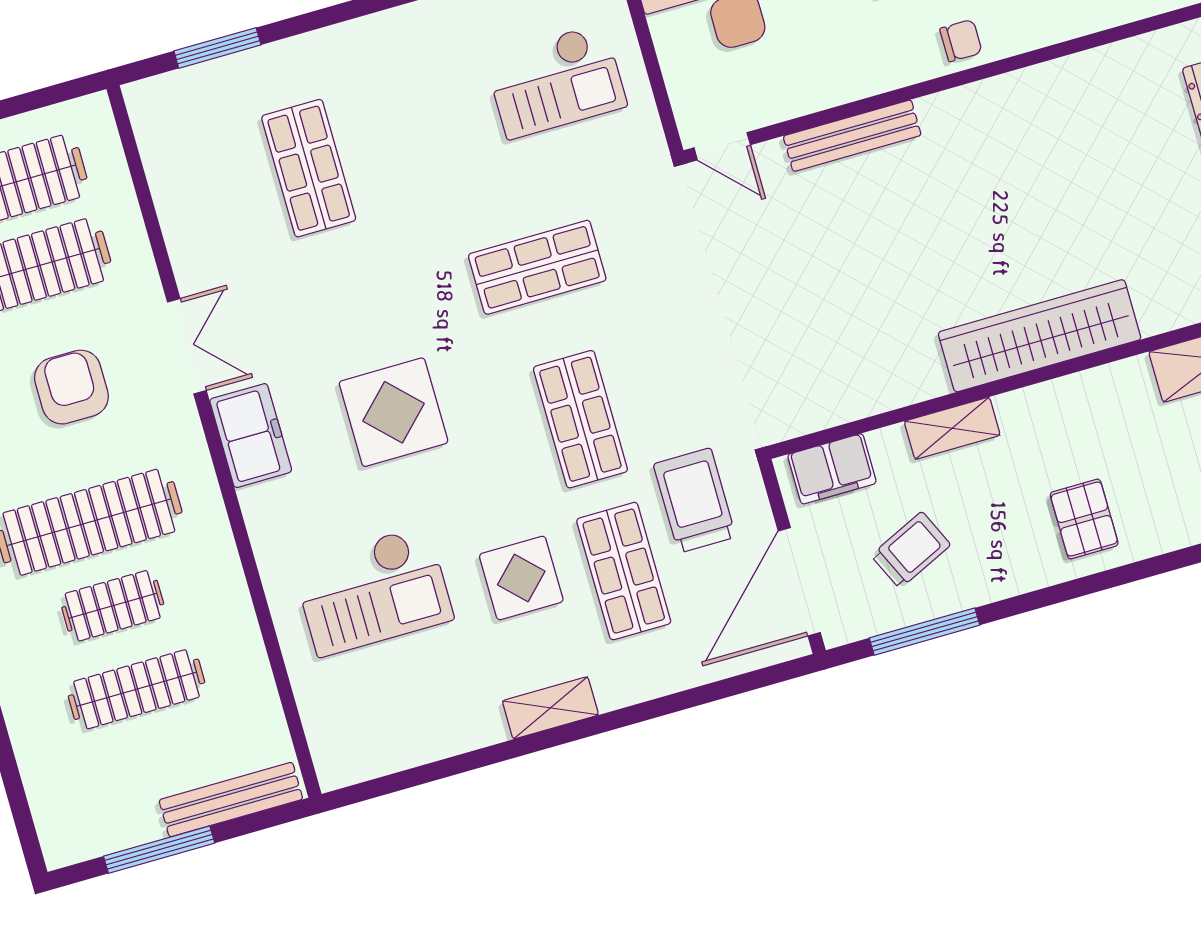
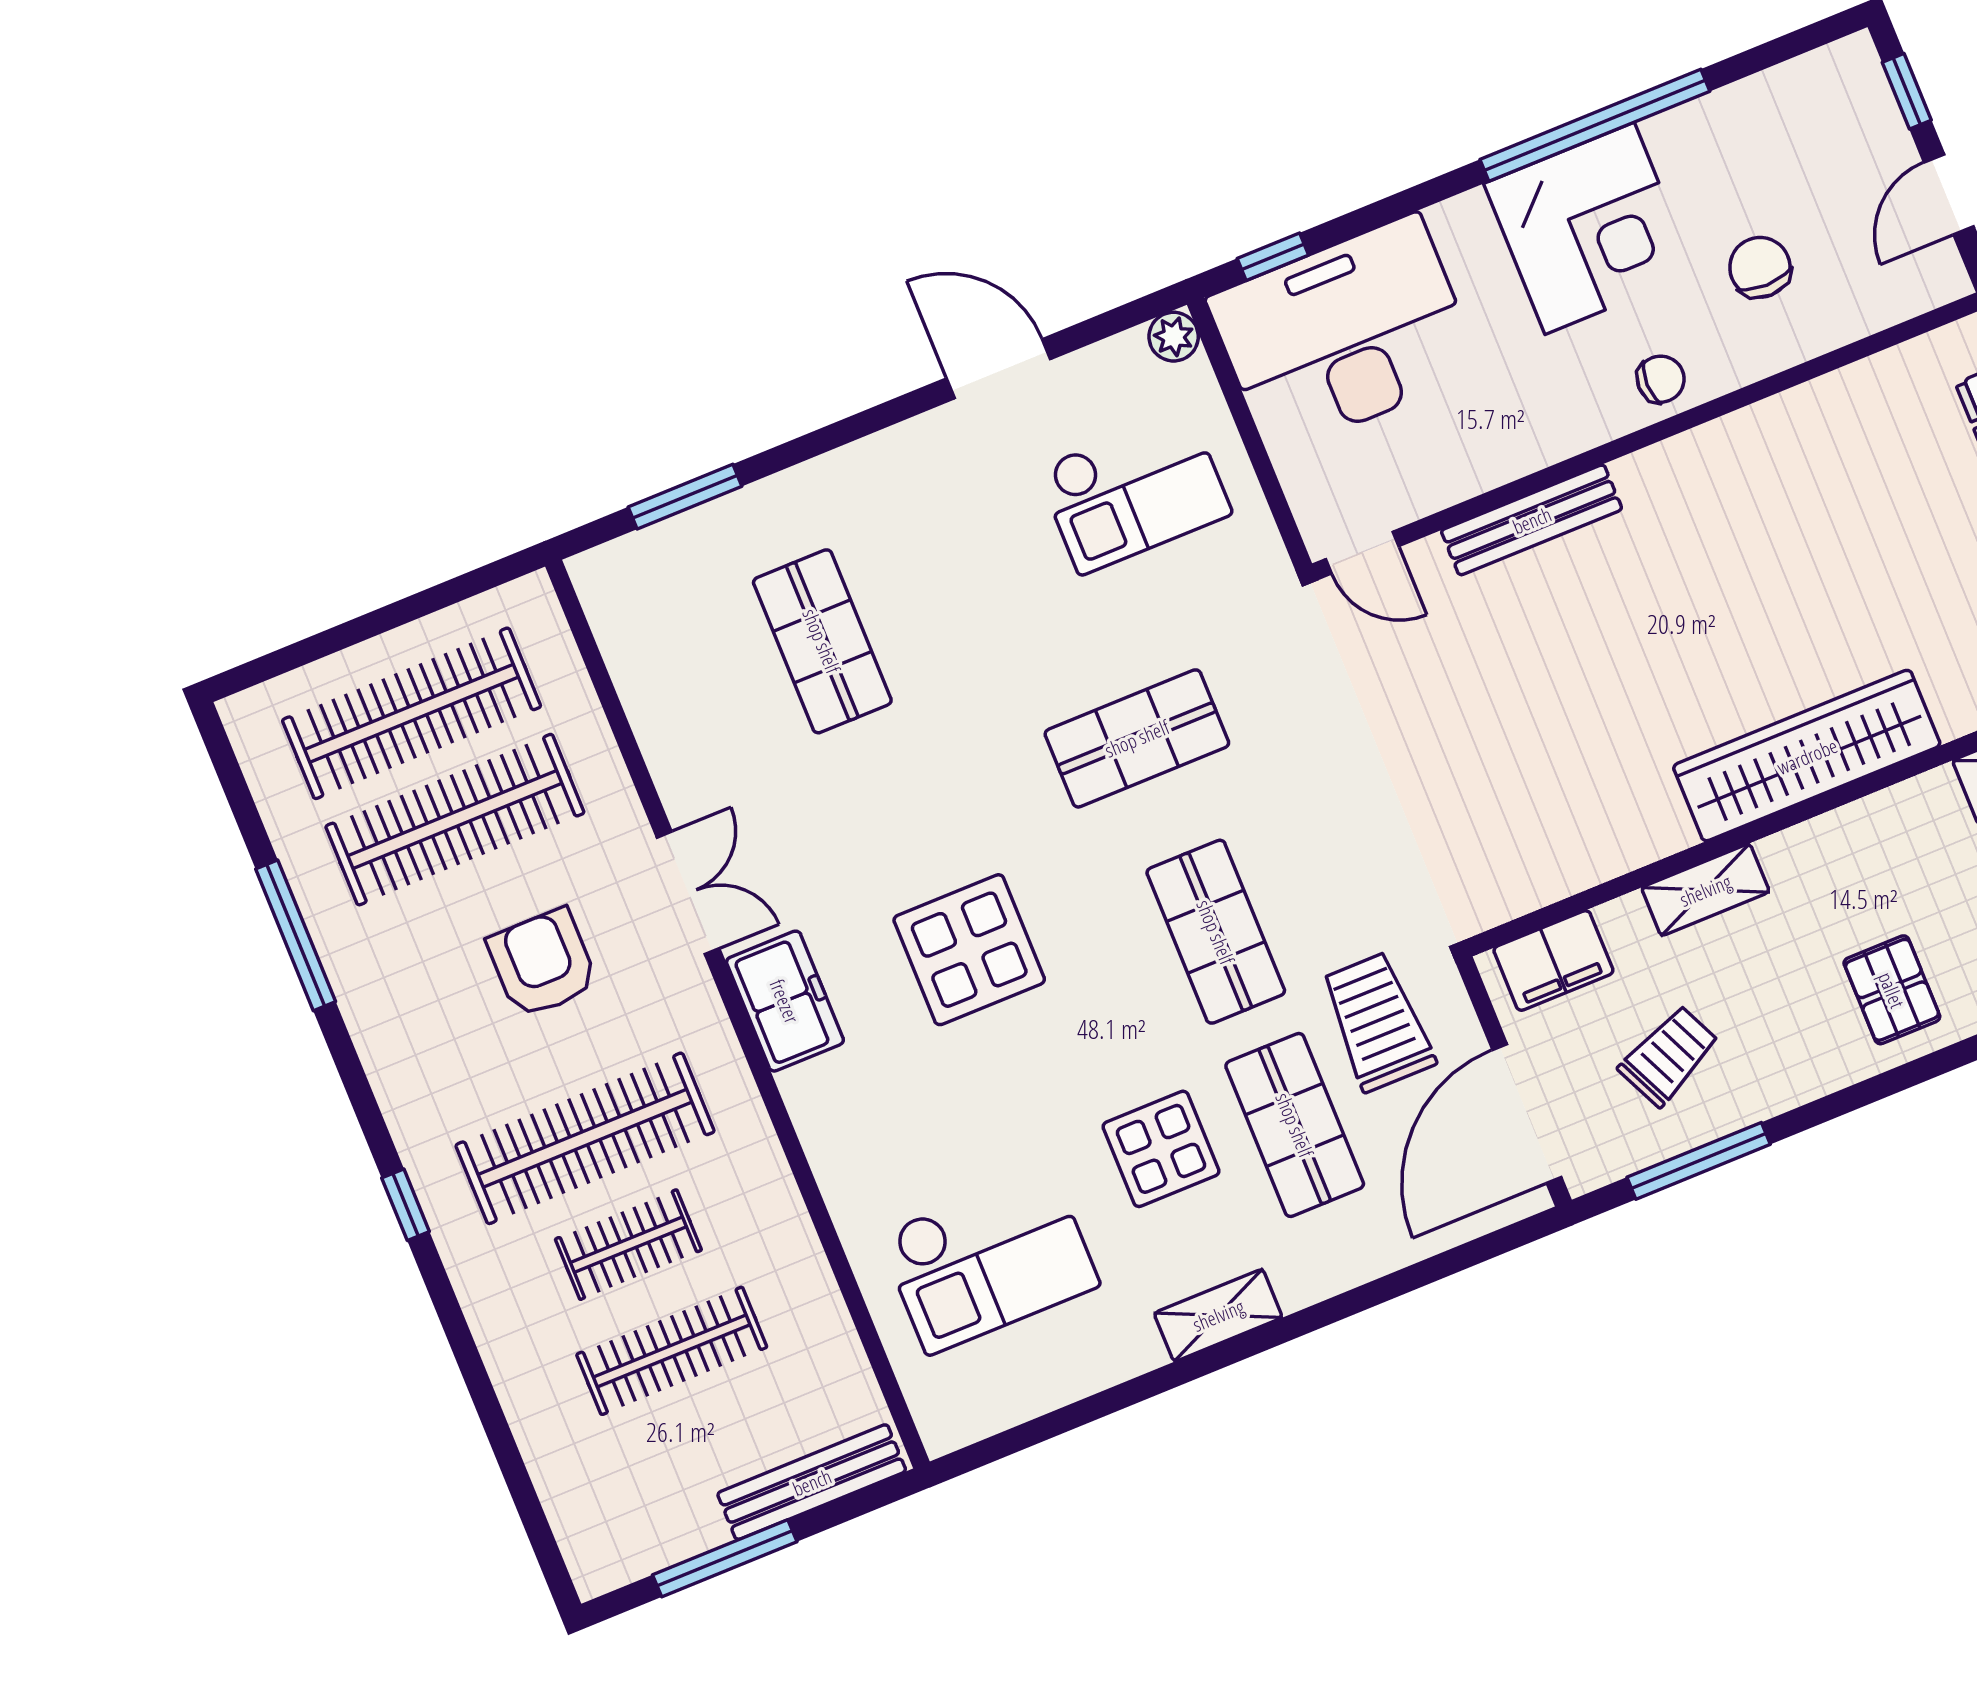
checkout: (373, 591) -> (989, 1260), moved

